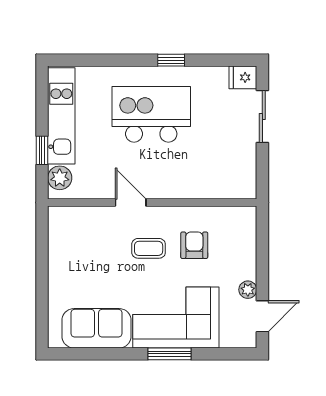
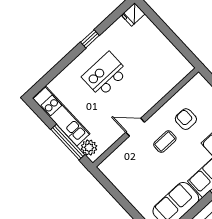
kitchen island: (151, 114) -> (105, 74), width x0.73, depth x0.78
sliding door: (262, 116) -> (161, 25), removed
window: (42, 150) -> (68, 142), width x2.17

